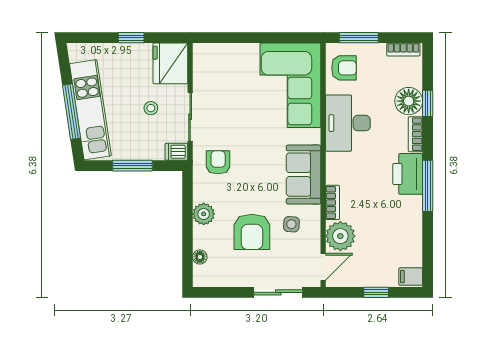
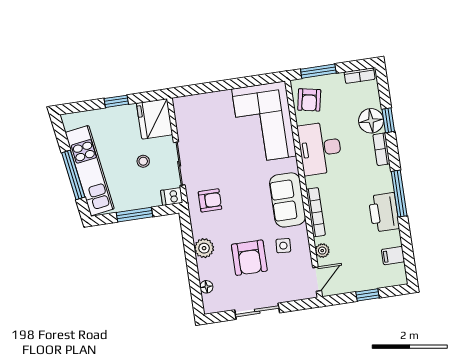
armchair: (344, 68) -> (309, 100), turned 101
armchair: (218, 162) -> (210, 200), turned 90
printer: (408, 174) -> (384, 212), moved
bookcase: (333, 202) -> (316, 212), width x1.56
plant: (340, 236) -> (322, 251), width x0.53, depth x0.53
filing cabinet: (411, 277) -> (393, 256), moved
sliding door: (278, 292) -> (257, 311), moved

